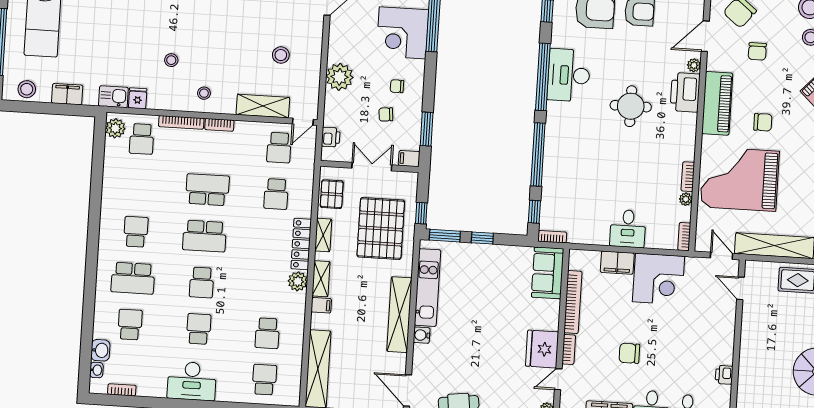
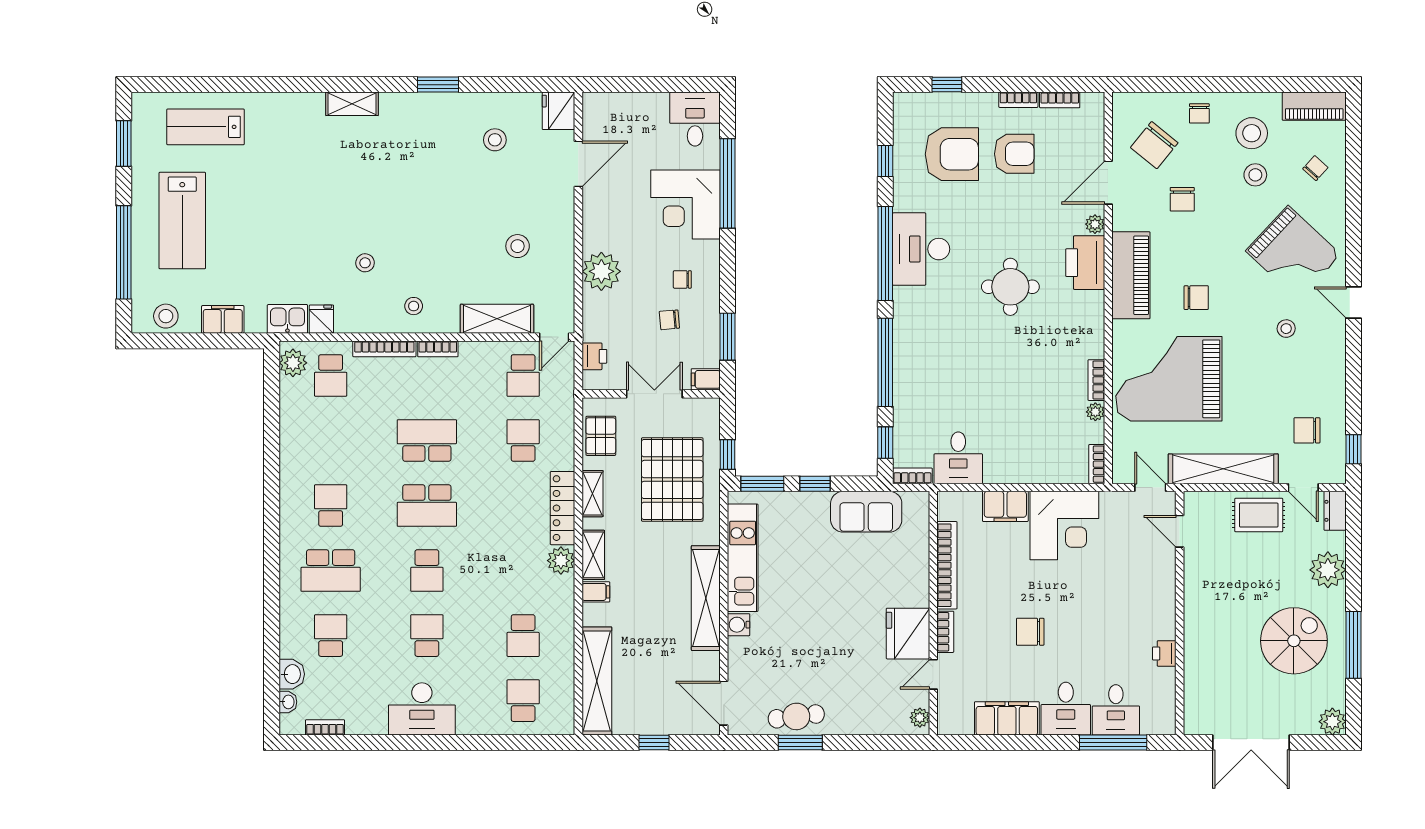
school desk: (276, 194) -> (523, 440), turned 180
desk: (628, 229) -> (958, 458), moved
sofa: (548, 273) -> (866, 512), moved, turned -90

